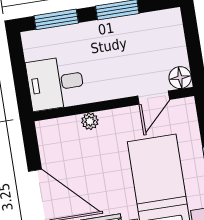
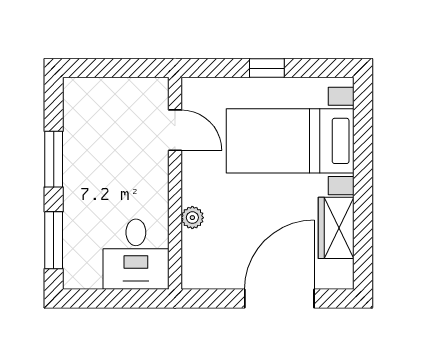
floor lamp: (180, 78) -> (154, 92), removed

